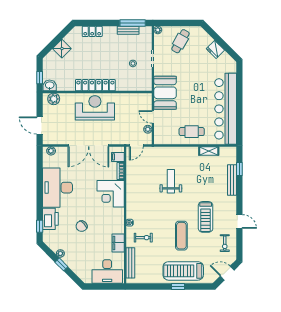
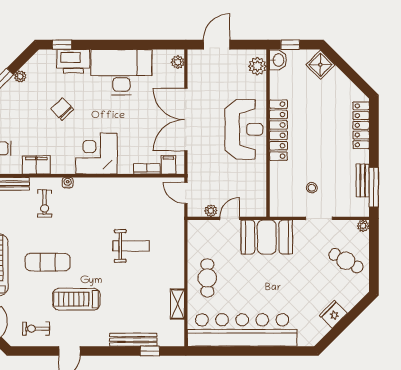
locker: (92, 31) -> (361, 125), width x1.53
shower: (62, 49) -> (320, 65), moved
corner desk: (111, 194) -> (96, 154), moved

